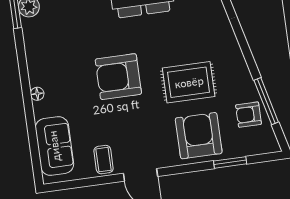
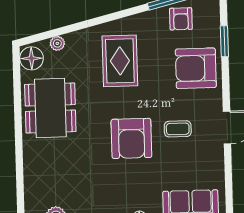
rug: (189, 82) -> (120, 61), moved
coffee table: (103, 160) -> (178, 129), moved

